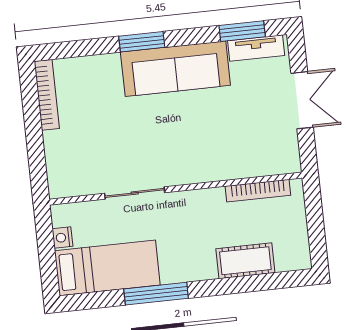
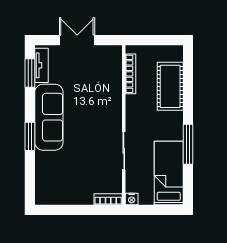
bookcase: (47, 95) -> (108, 199), moved, width x0.64
nightstand: (62, 238) -> (132, 199), moved
cot: (245, 261) -> (170, 86), width x1.37, depth x1.34

